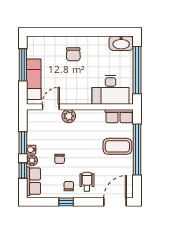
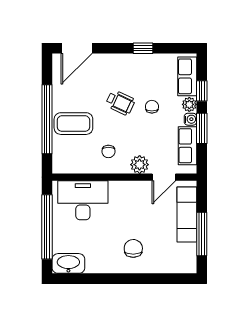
row of seats: (119, 116) -> (187, 146), moved, turned -90
wheelchair: (87, 182) -> (120, 103), moved, turned -65
chair: (69, 186) -> (108, 151), moved

